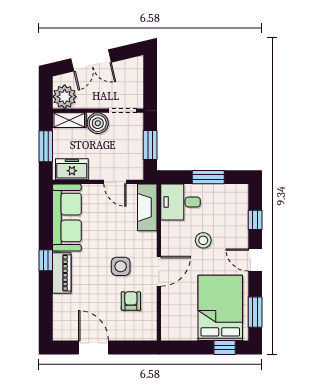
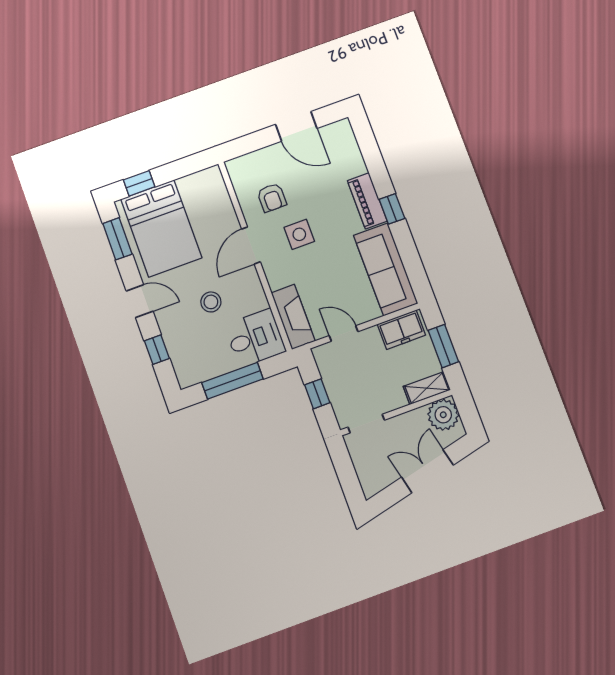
boiler: (98, 123) -> (391, 397), removed
window: (150, 145) -> (317, 394), width x0.67
window: (208, 177) -> (232, 381), width x1.44

